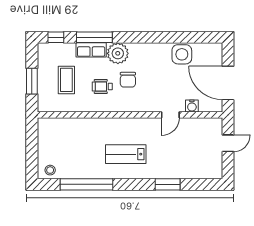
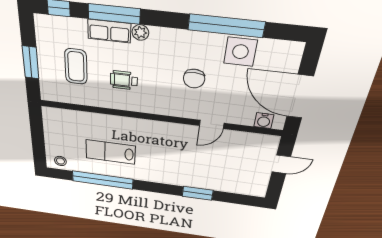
window: (170, 37) -> (226, 26), added
plant: (118, 53) -> (140, 32), width x0.53, depth x0.53
chair: (128, 80) -> (194, 79), moved
water cooler: (192, 106) -> (264, 121), moved
lab bench: (126, 154) -> (111, 152), moved

